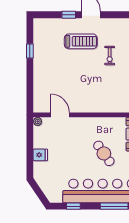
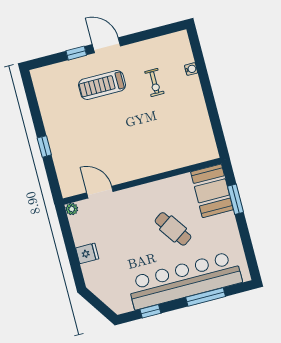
treadmill: (81, 41) -> (102, 85), turned 180
window: (30, 51) -> (44, 146), moved
exercise bike: (110, 56) -> (154, 83), moved

